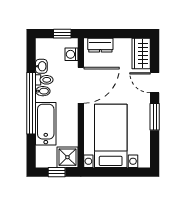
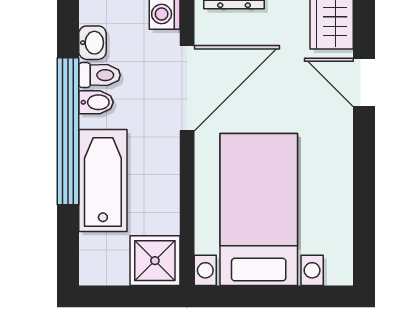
window: (155, 117) -> (364, 164), removed
window: (57, 172) -> (129, 296), removed

